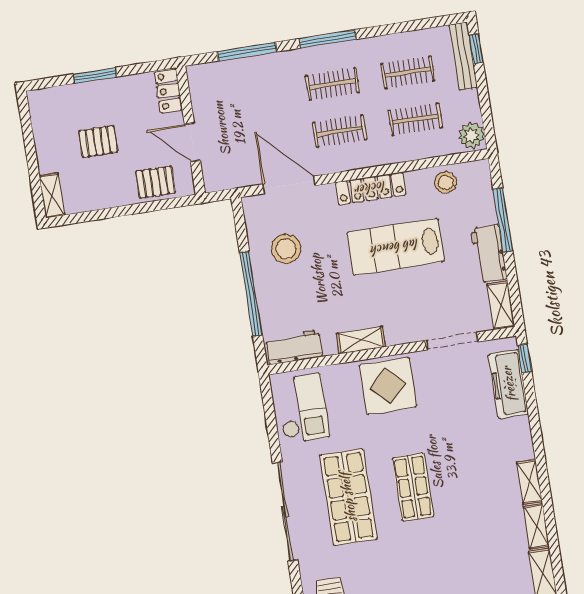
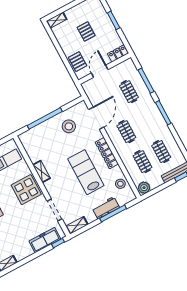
clothes rail: (332, 84) -> (129, 92), moved
workbench: (489, 254) -> (106, 208), moved
workbench: (294, 347) -> (29, 144), removed

